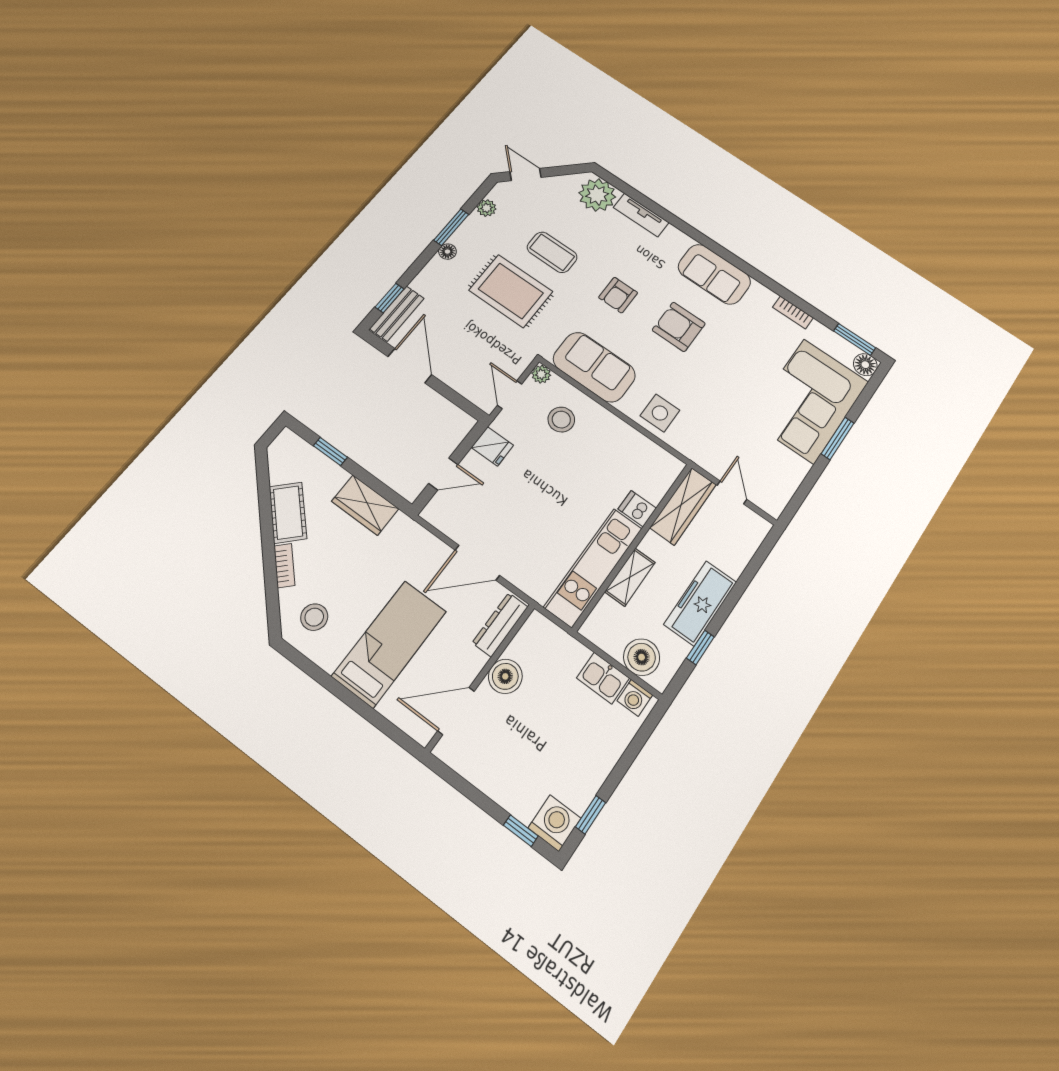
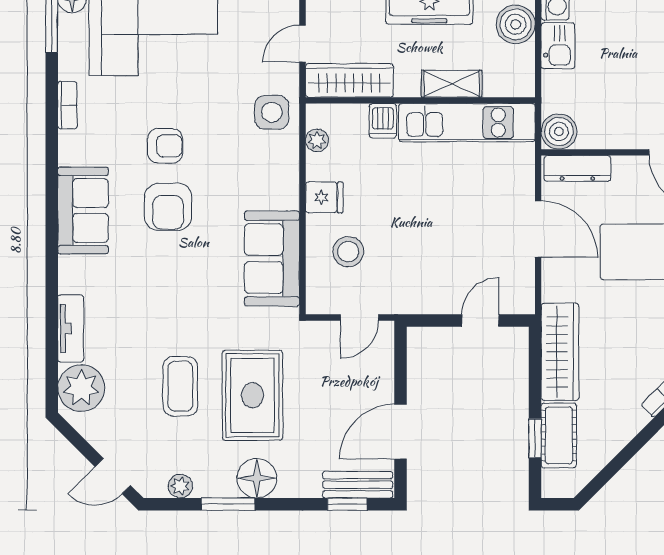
door: (526, 175) -> (113, 476), hinge flipped
floor lamp: (447, 252) -> (257, 478), width x1.89, depth x1.89
armchair: (618, 295) -> (165, 146), moved
plant: (541, 374) -> (317, 140), moved
side table: (660, 413) -> (272, 112), moved
fridge: (492, 446) -> (324, 197), moved, turned 90
door: (443, 474) -> (480, 321), hinge flipped
wardrobe: (365, 505) -> (560, 352), width x1.50
cot: (288, 513) -> (559, 435), moved, turned -45
boiler: (505, 676) -> (559, 131), moved

